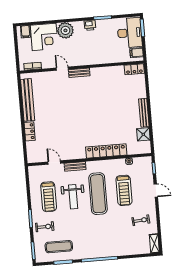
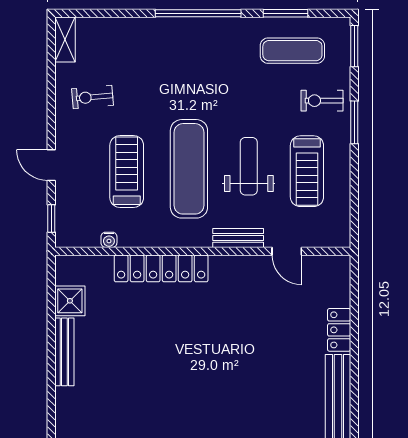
treadmill: (49, 197) -> (307, 171), turned 180

